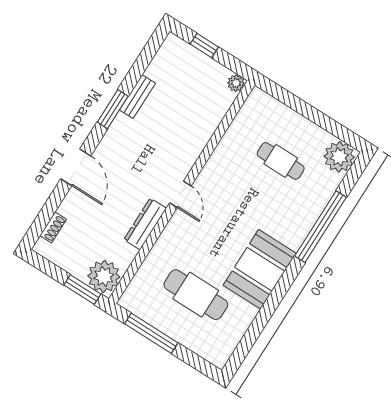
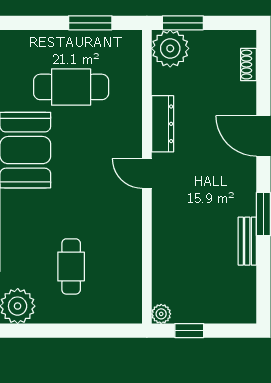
window: (204, 46) -> (189, 331), moved
cafe table: (281, 161) -> (71, 266), turned 90
window: (151, 333) -> (90, 23), width x0.69

